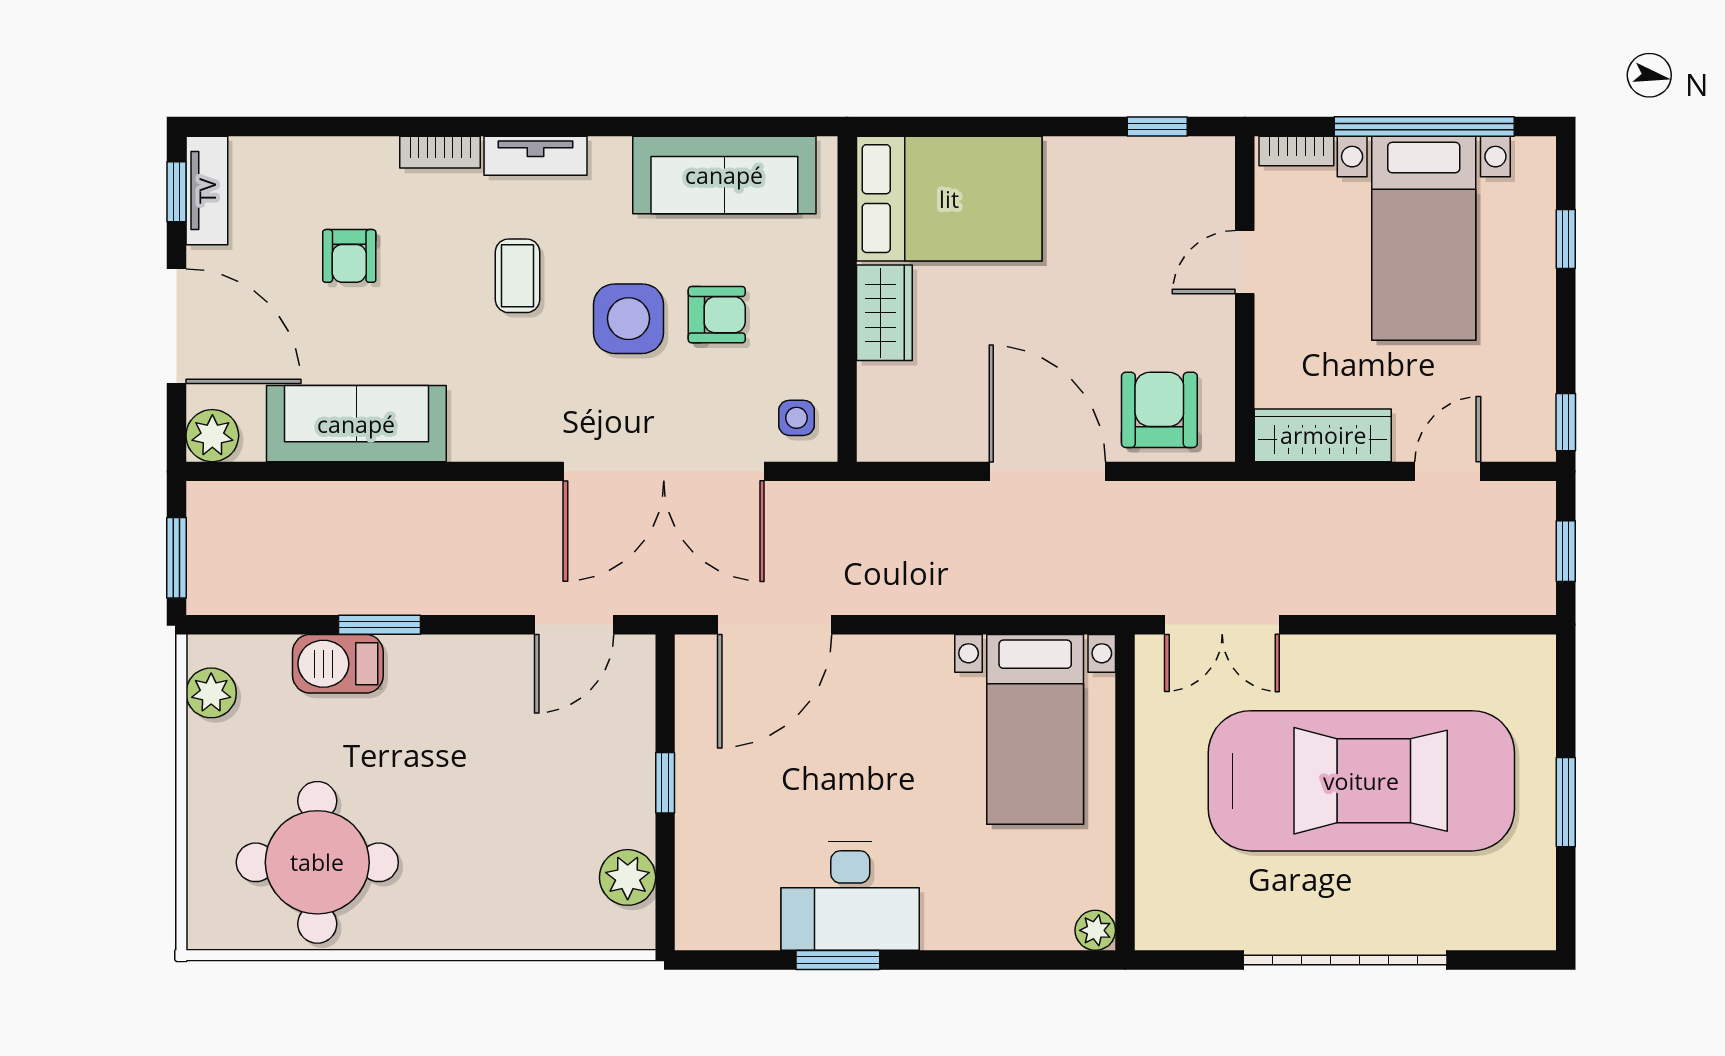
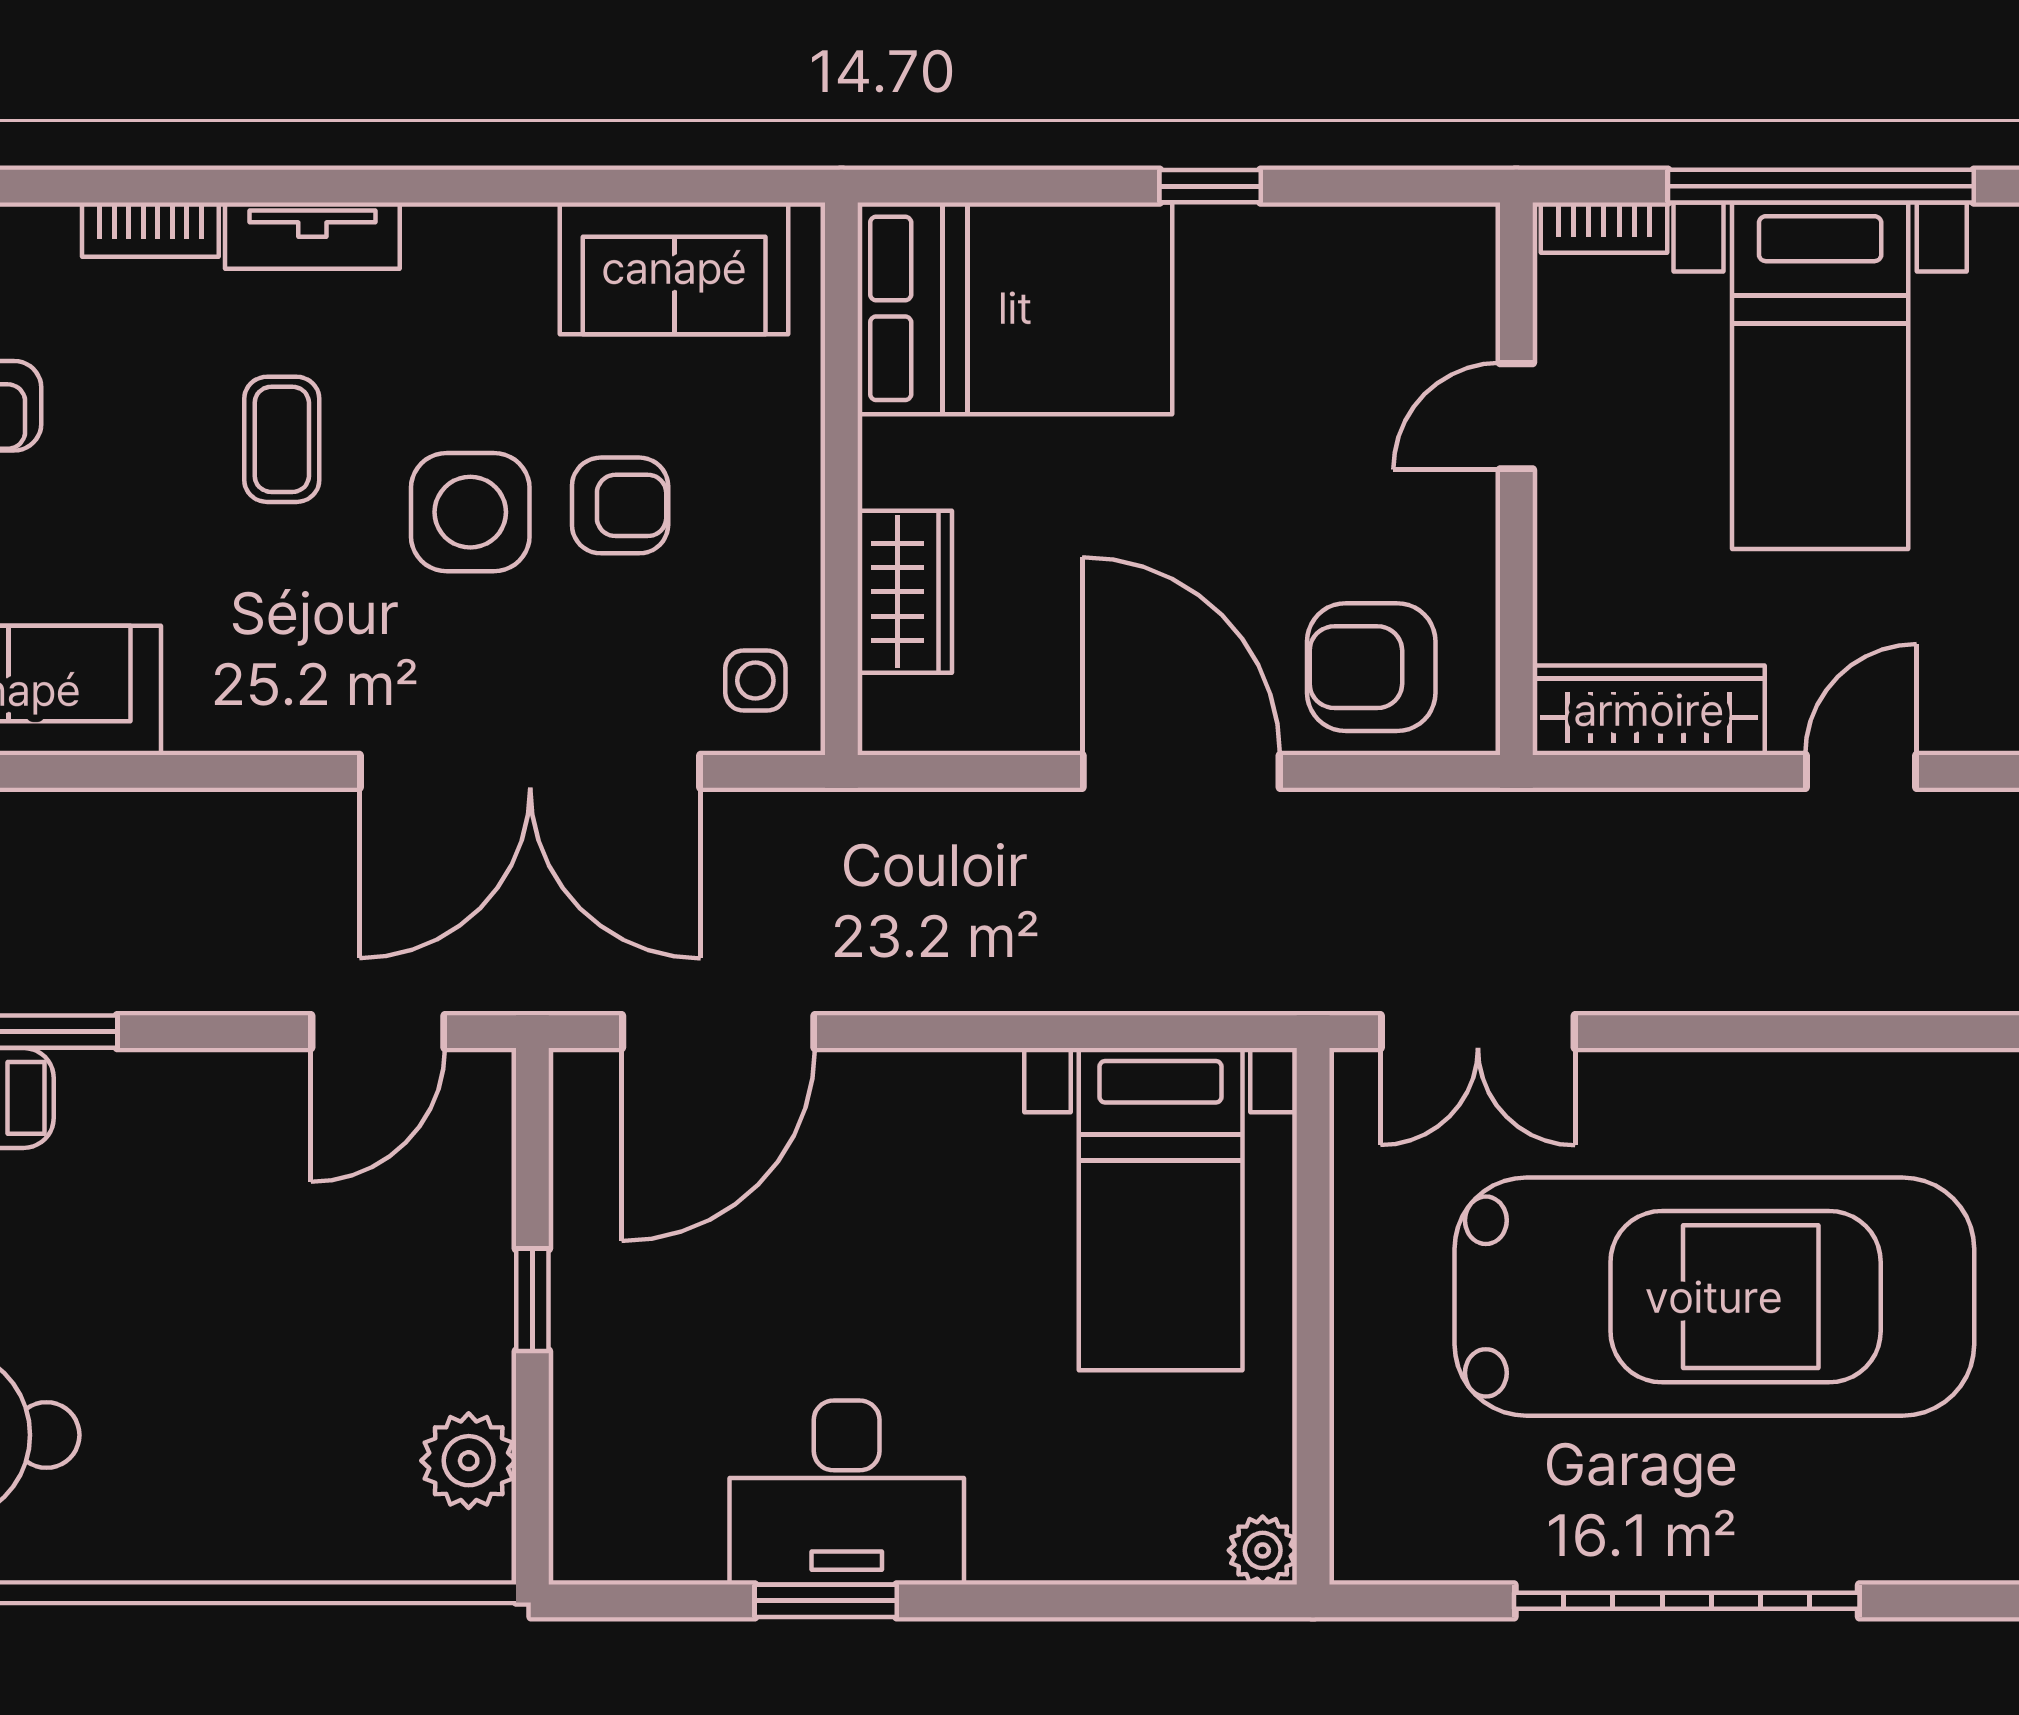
window: (1157, 127) -> (1210, 186), moved
sofa: (724, 175) -> (674, 268), width x0.73
wardrobe: (884, 313) -> (905, 592), moved
armchair: (1159, 410) -> (1371, 667), turned -90

